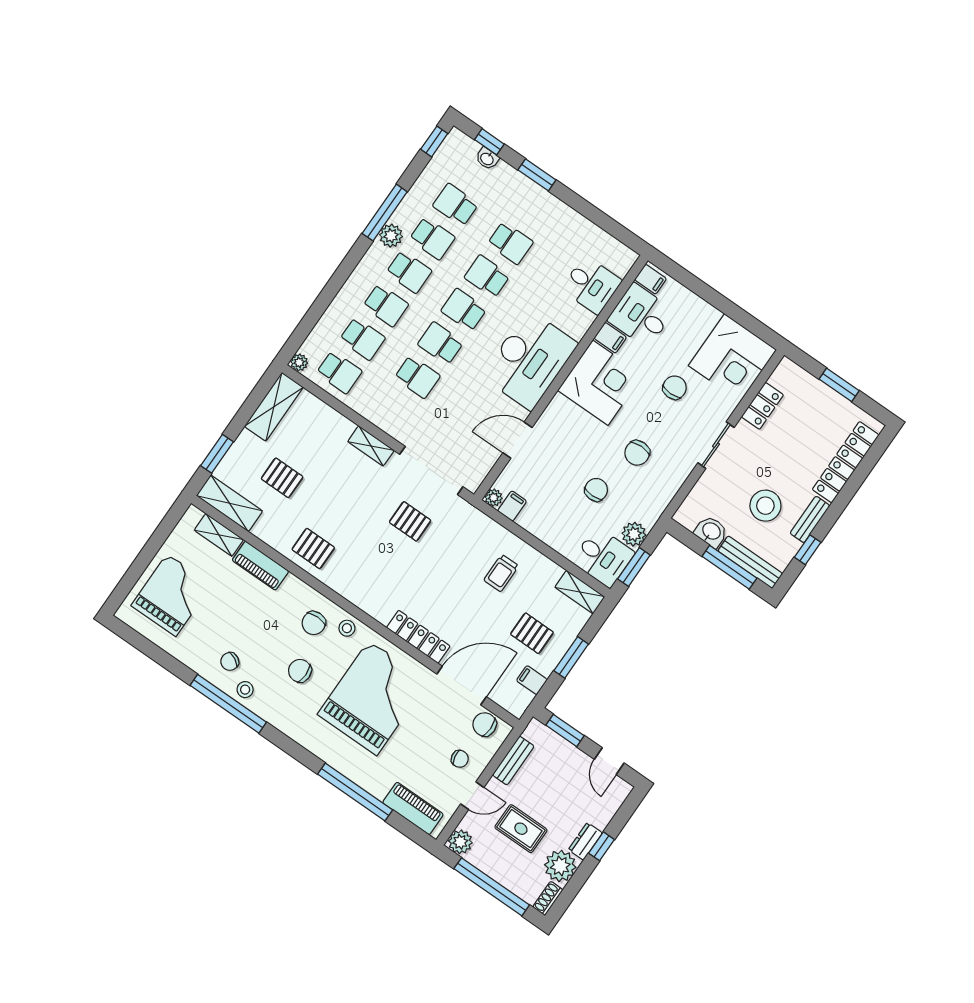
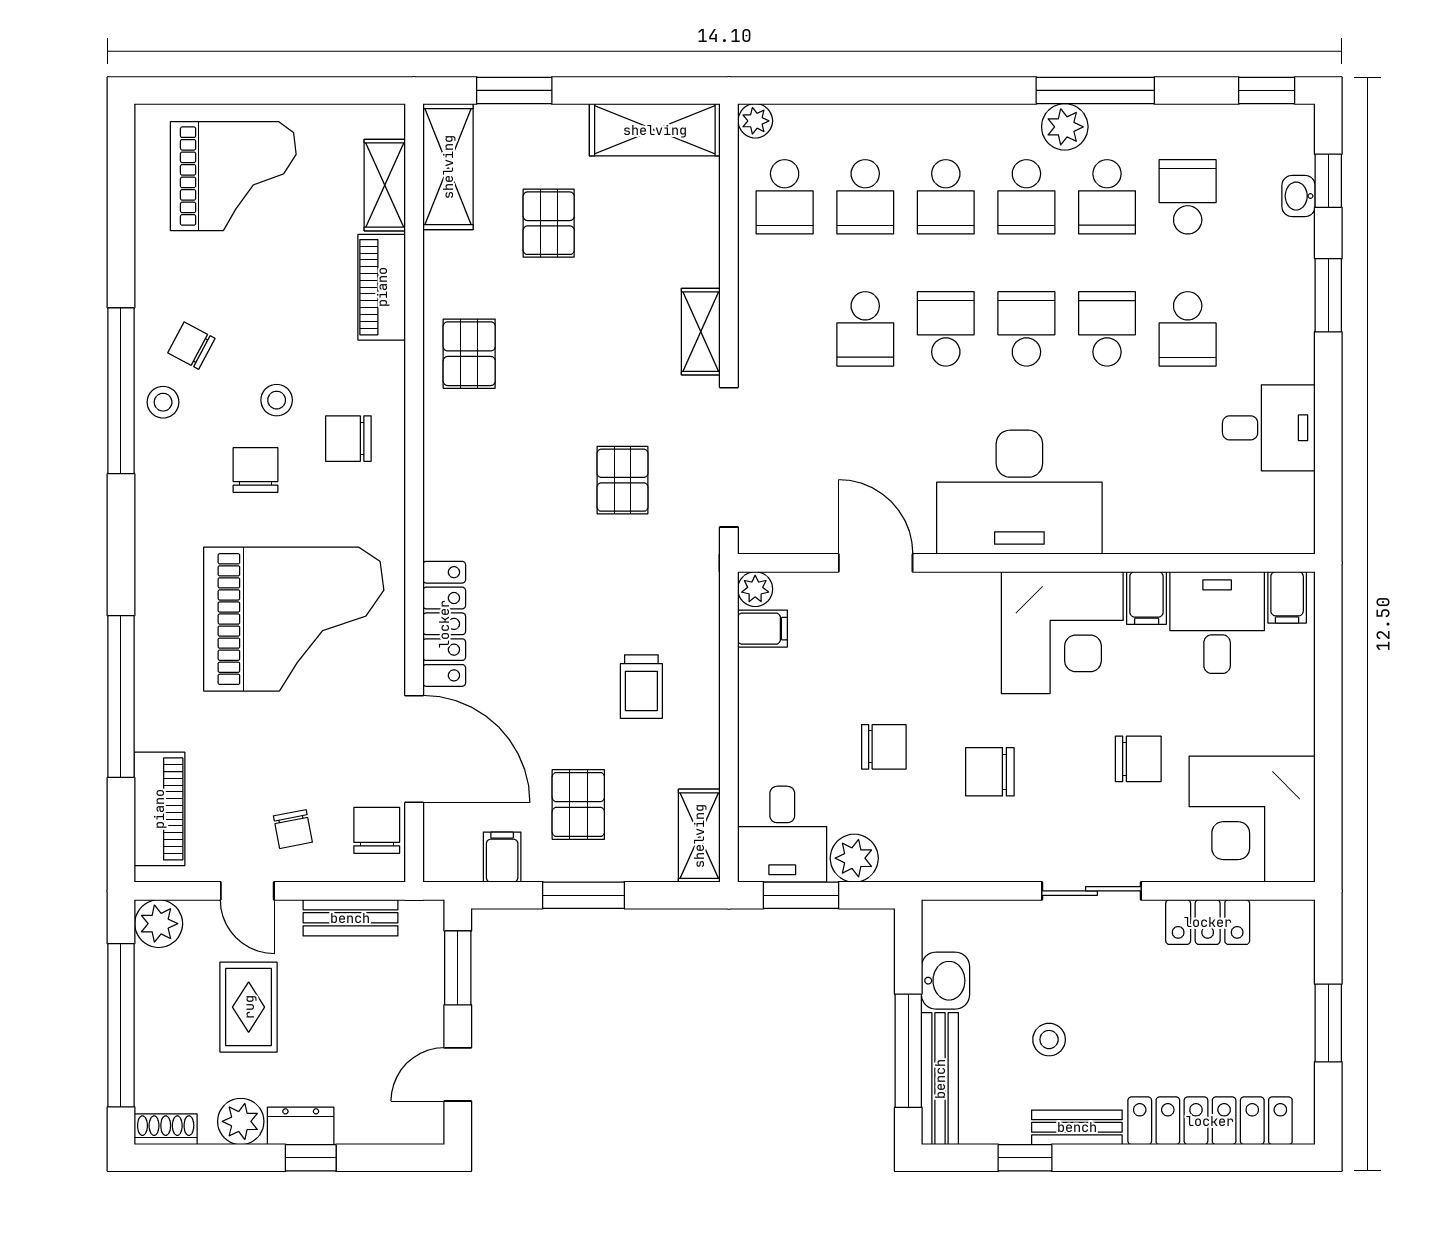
desk: (591, 285) -> (1269, 428), moved, turned -90
stool: (765, 506) -> (1049, 1040), width x0.53, depth x0.53
trolley: (501, 573) -> (641, 687), turned -90
stool: (347, 628) -> (277, 400), moved
plant: (560, 866) -> (241, 1121), width x0.73, depth x0.73

